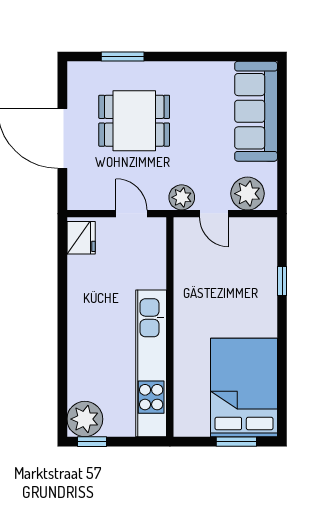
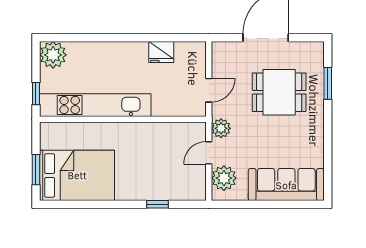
dining table: (134, 121) -> (279, 92), turned 90
fridge: (81, 238) -> (161, 52), moved
window: (92, 442) -> (36, 94), moved

